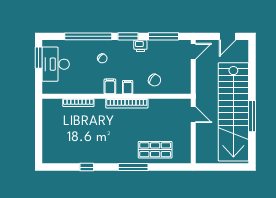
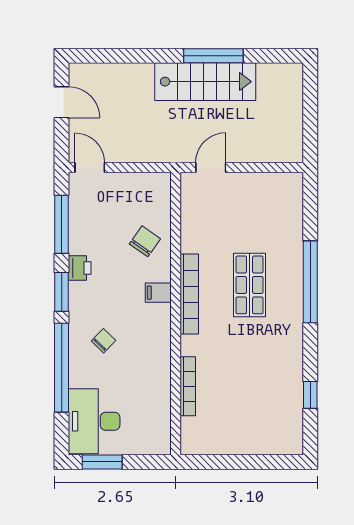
desk: (56, 64) -> (94, 421), moved, turned 90
filing cabinet: (110, 86) -> (157, 326), removed
stairs: (233, 112) -> (205, 82), width x0.54, depth x0.66
shop shelf: (155, 150) -> (250, 285), moved
window: (87, 167) -> (310, 395), moved
window: (133, 167) -> (310, 282), width x1.46

